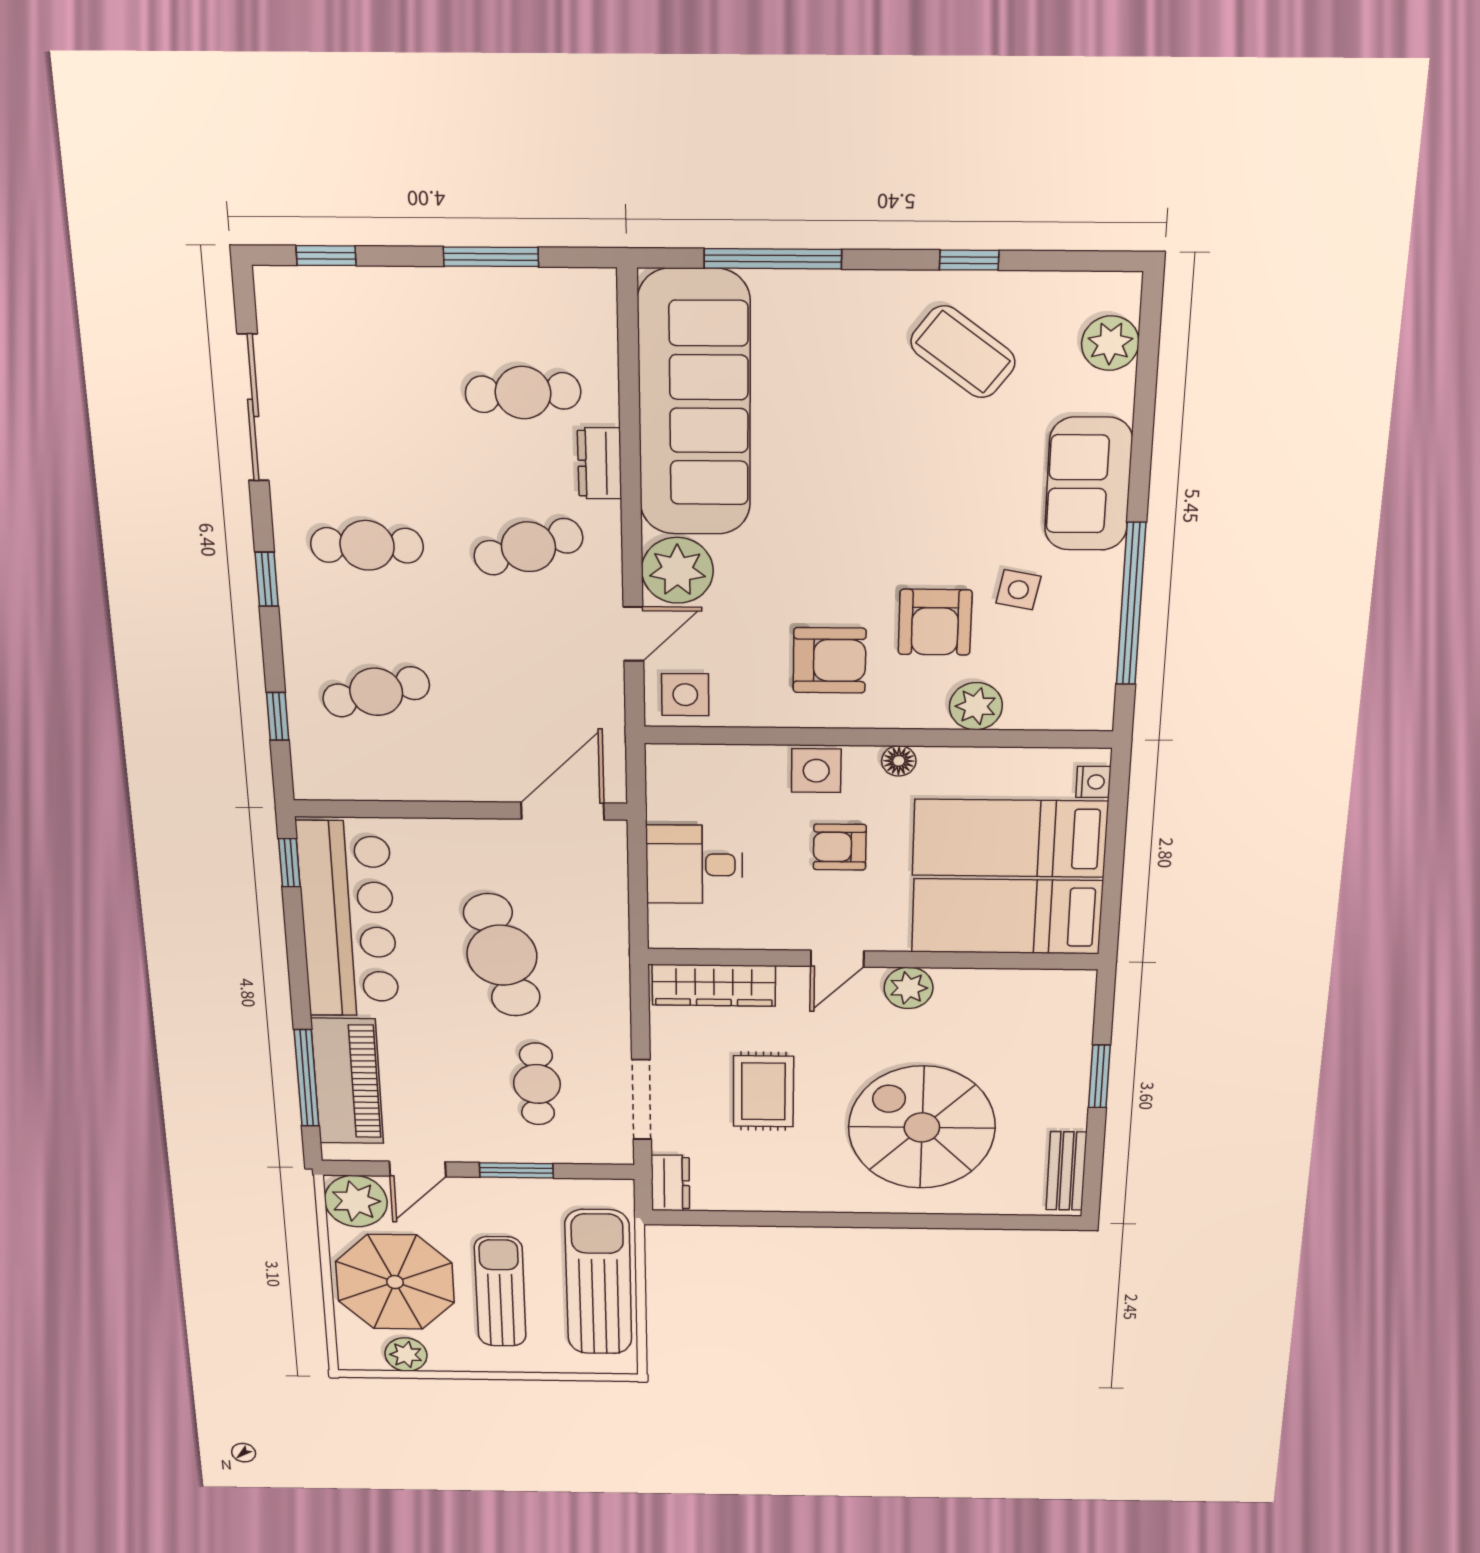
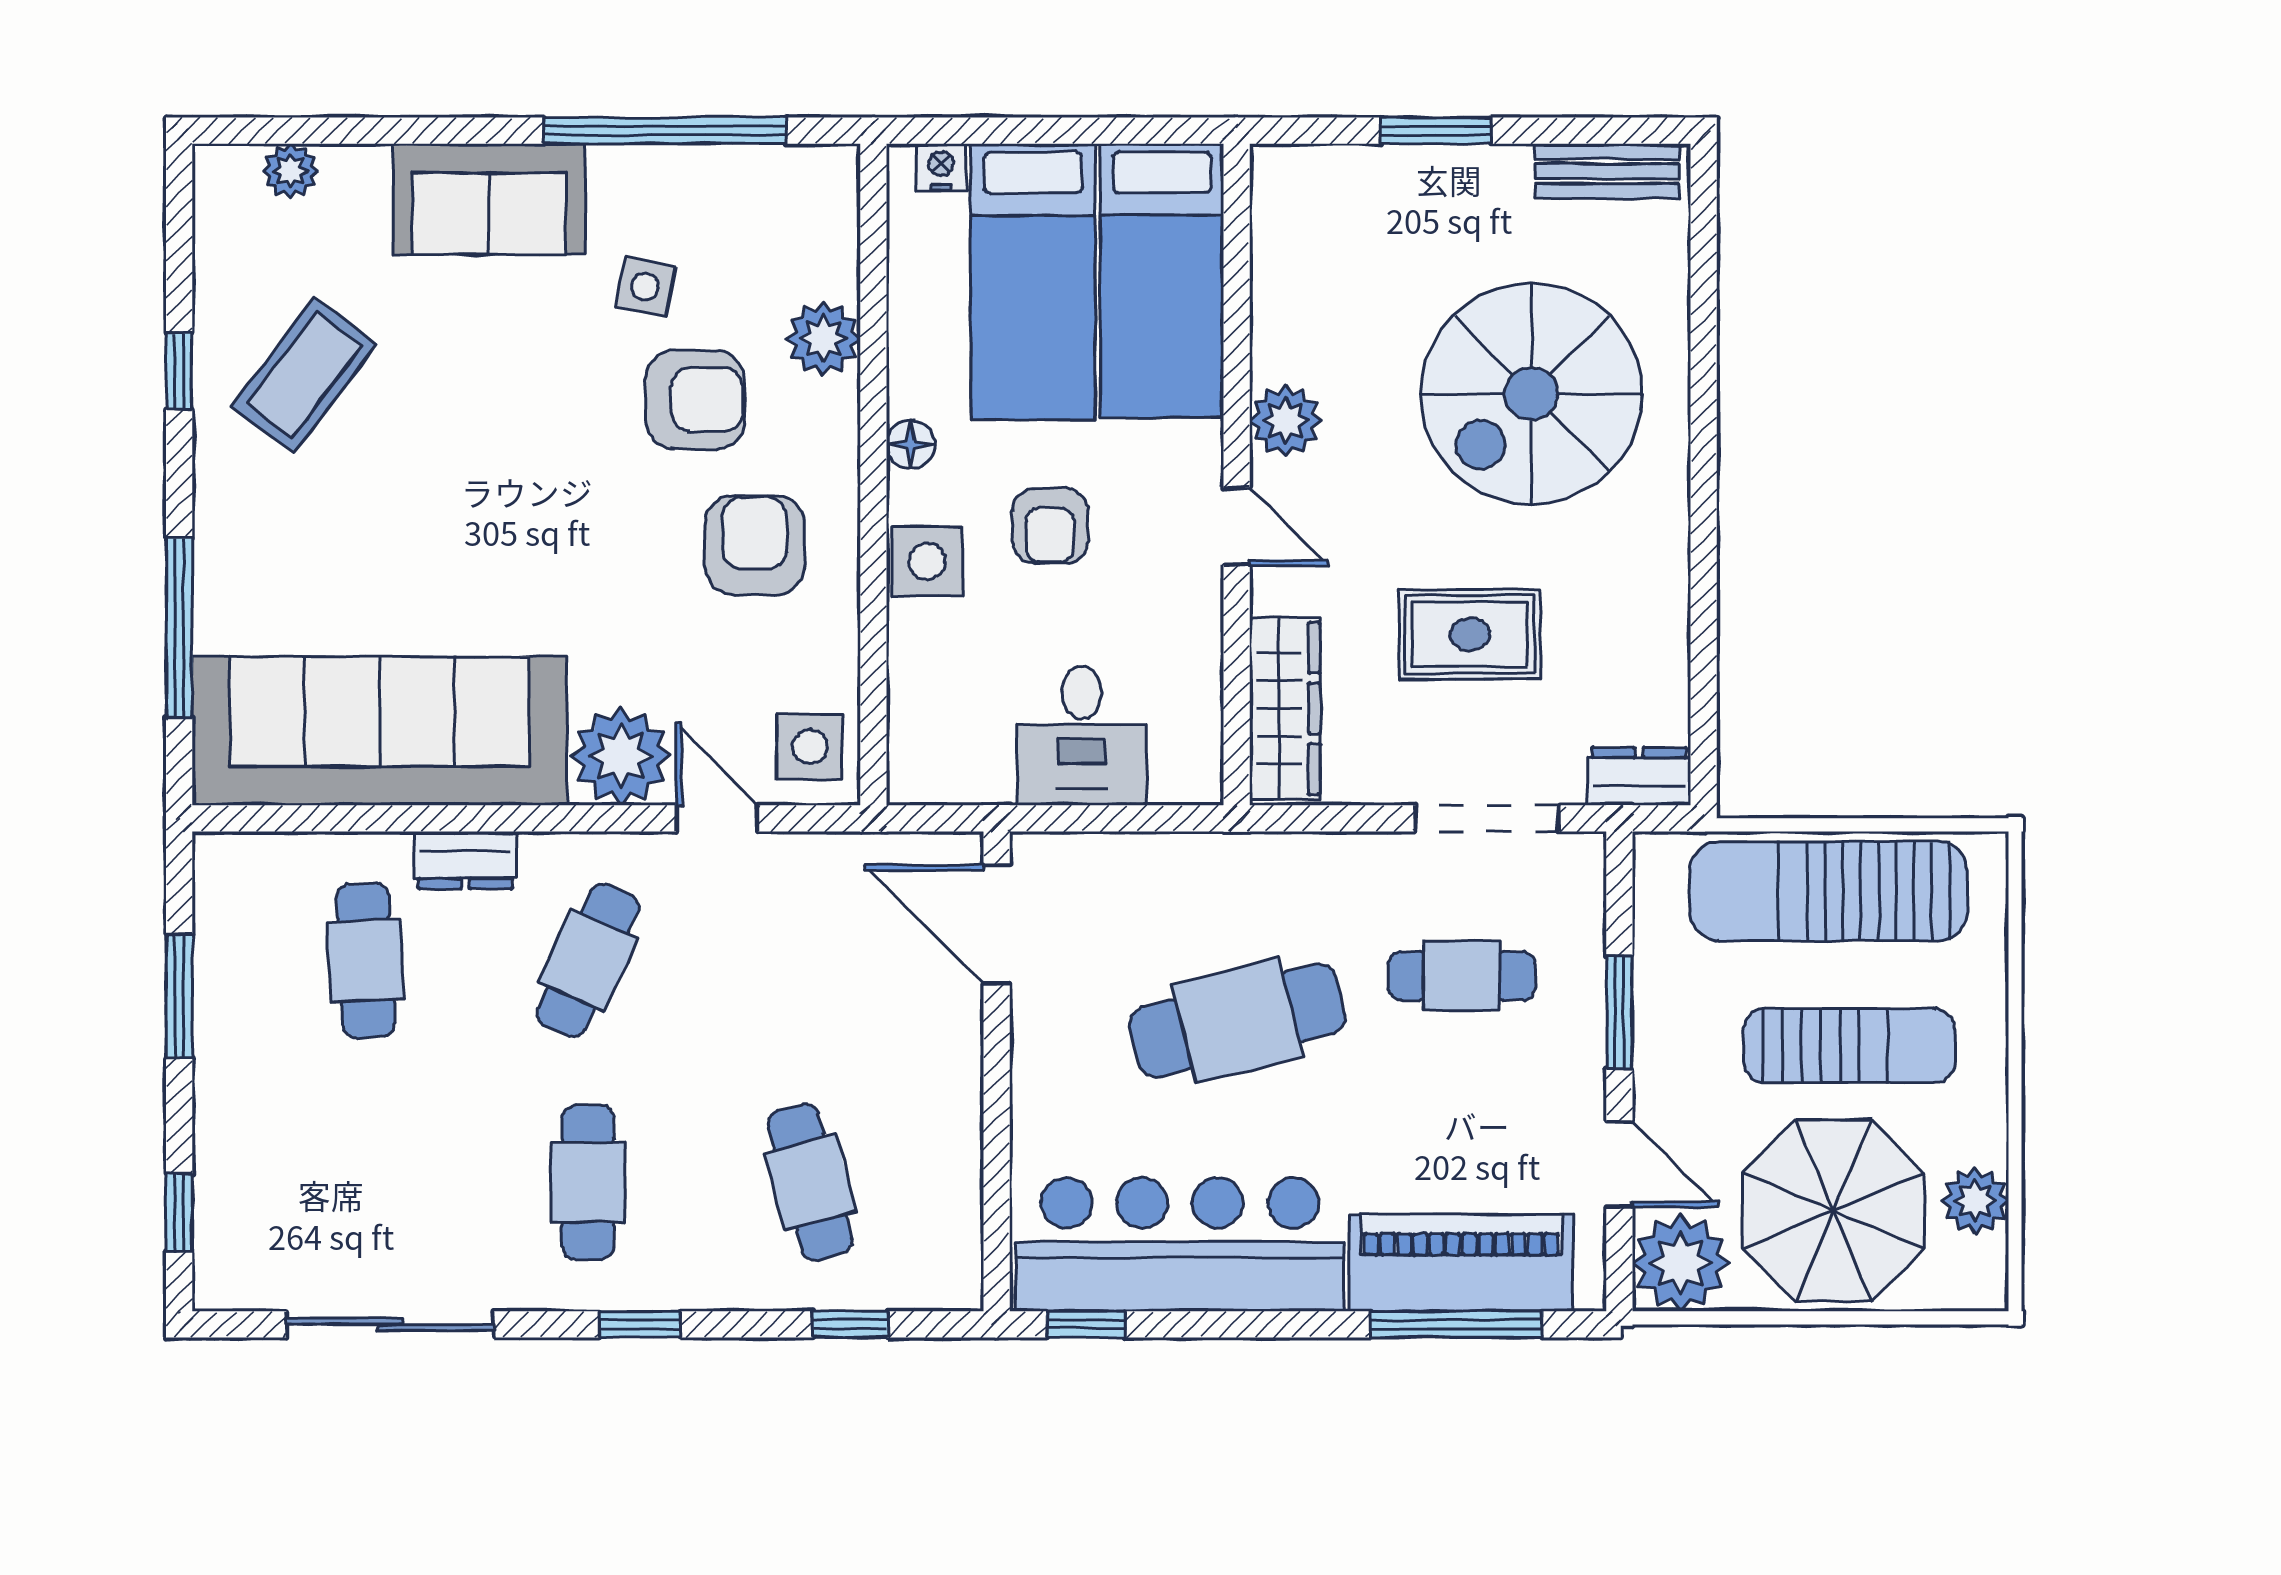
plant: (1110, 343) -> (291, 171), width x0.73, depth x0.73
cafe table: (528, 547) -> (588, 960), turned 42
sun lounger: (500, 1292) -> (1849, 1046), turned 180

